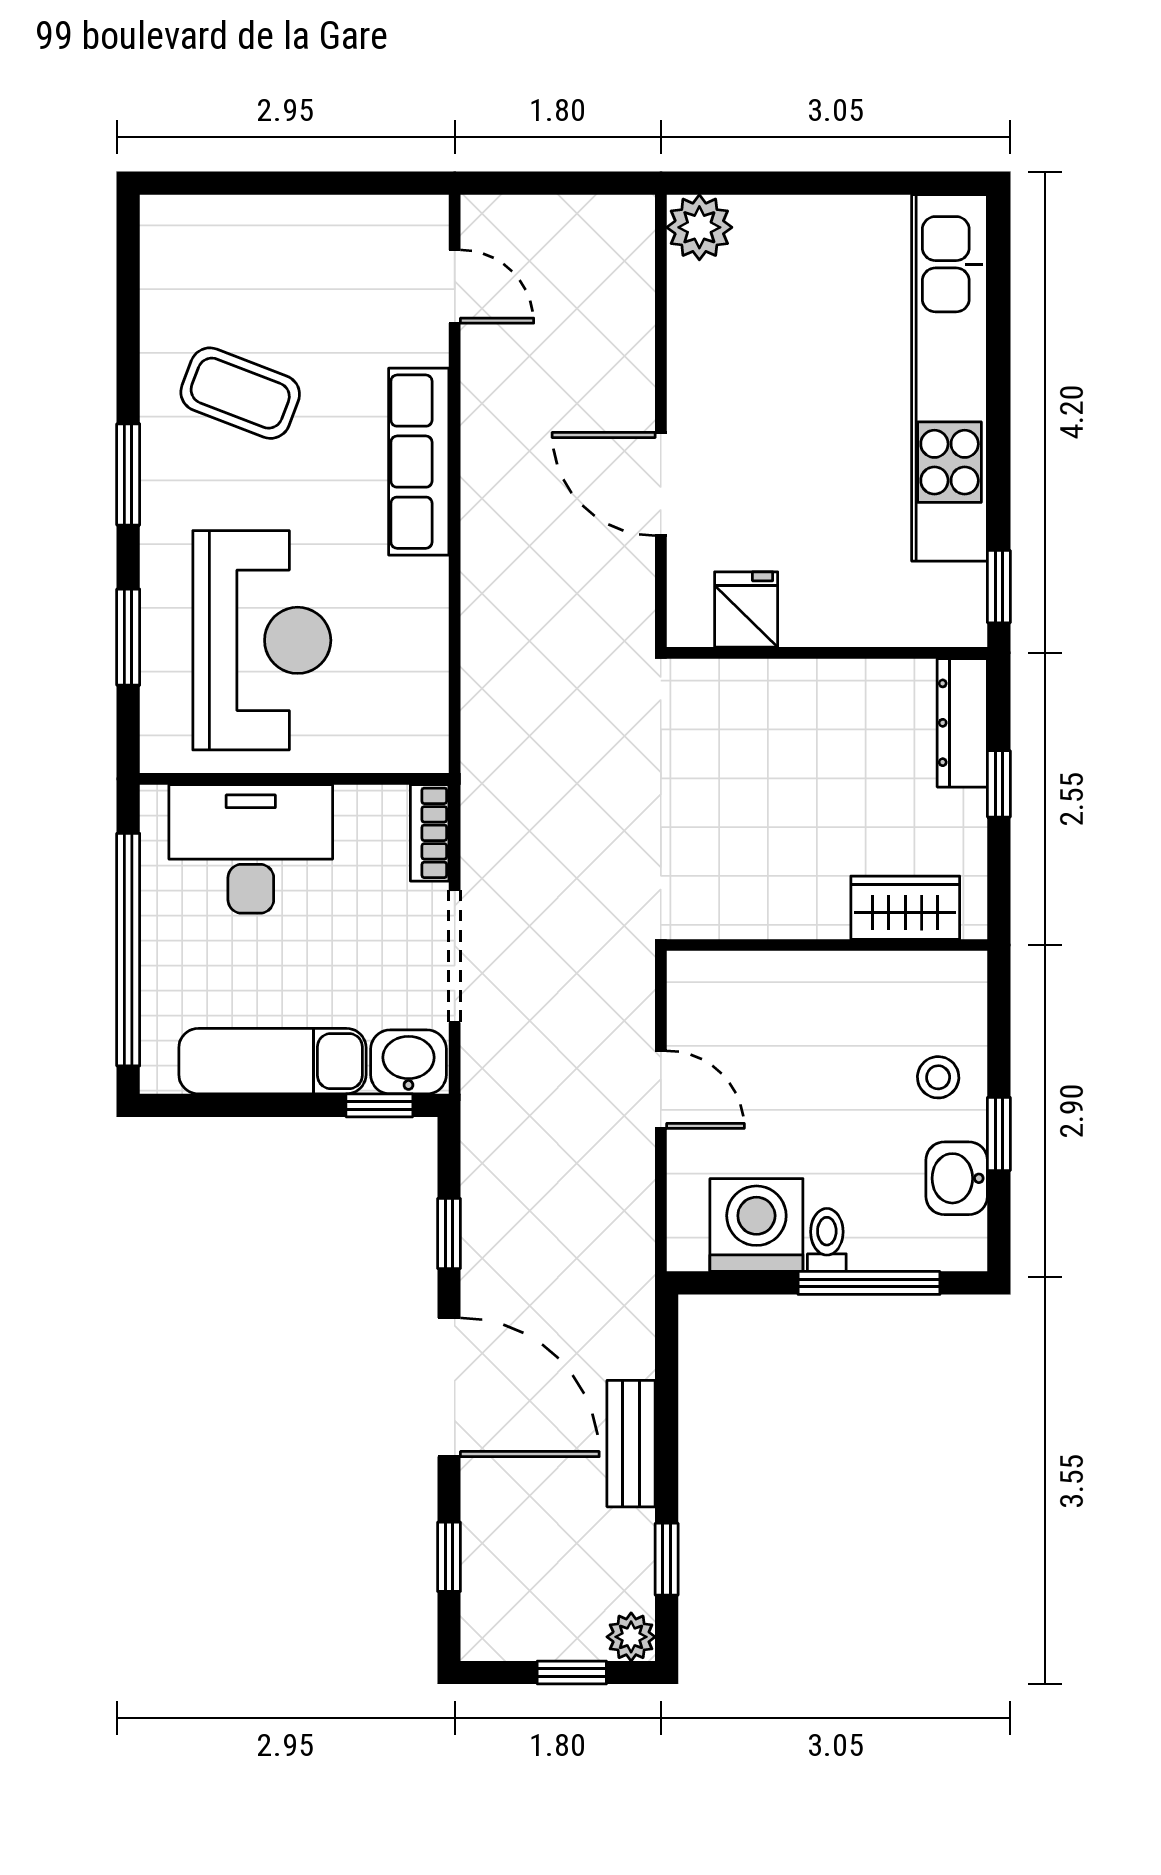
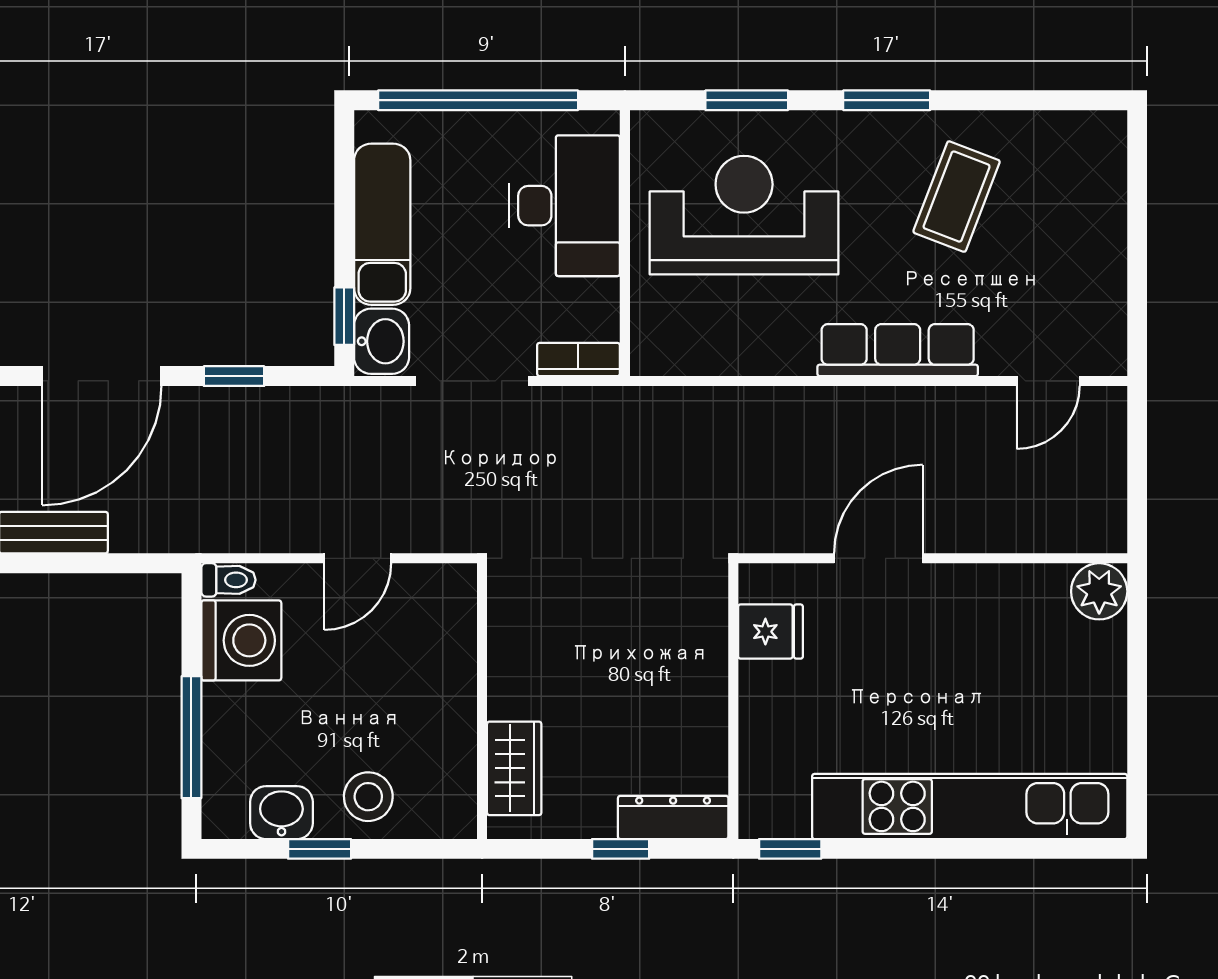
reception desk: (262, 640) -> (744, 215), turned 180
stool: (938, 1077) -> (368, 797), width x1.37, depth x1.37
toilet: (827, 1240) -> (228, 580), moved

